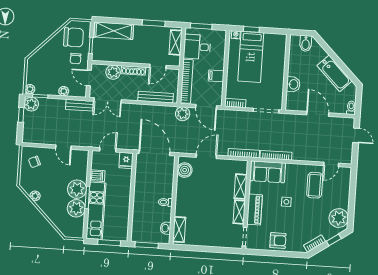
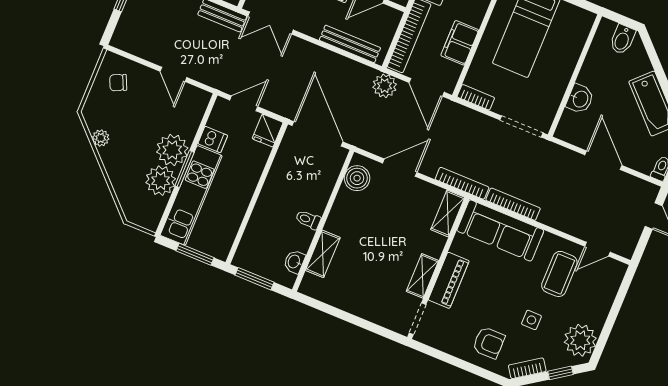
filing cabinet: (216, 76) -> (460, 43), width x2.00
sofa: (268, 172) -> (500, 230), width x1.36
shelving: (241, 186) -> (448, 213), moved
side table: (286, 202) -> (531, 320), moved
shelving: (179, 229) -> (323, 254), moved
armchair: (278, 241) -> (489, 343), moved

